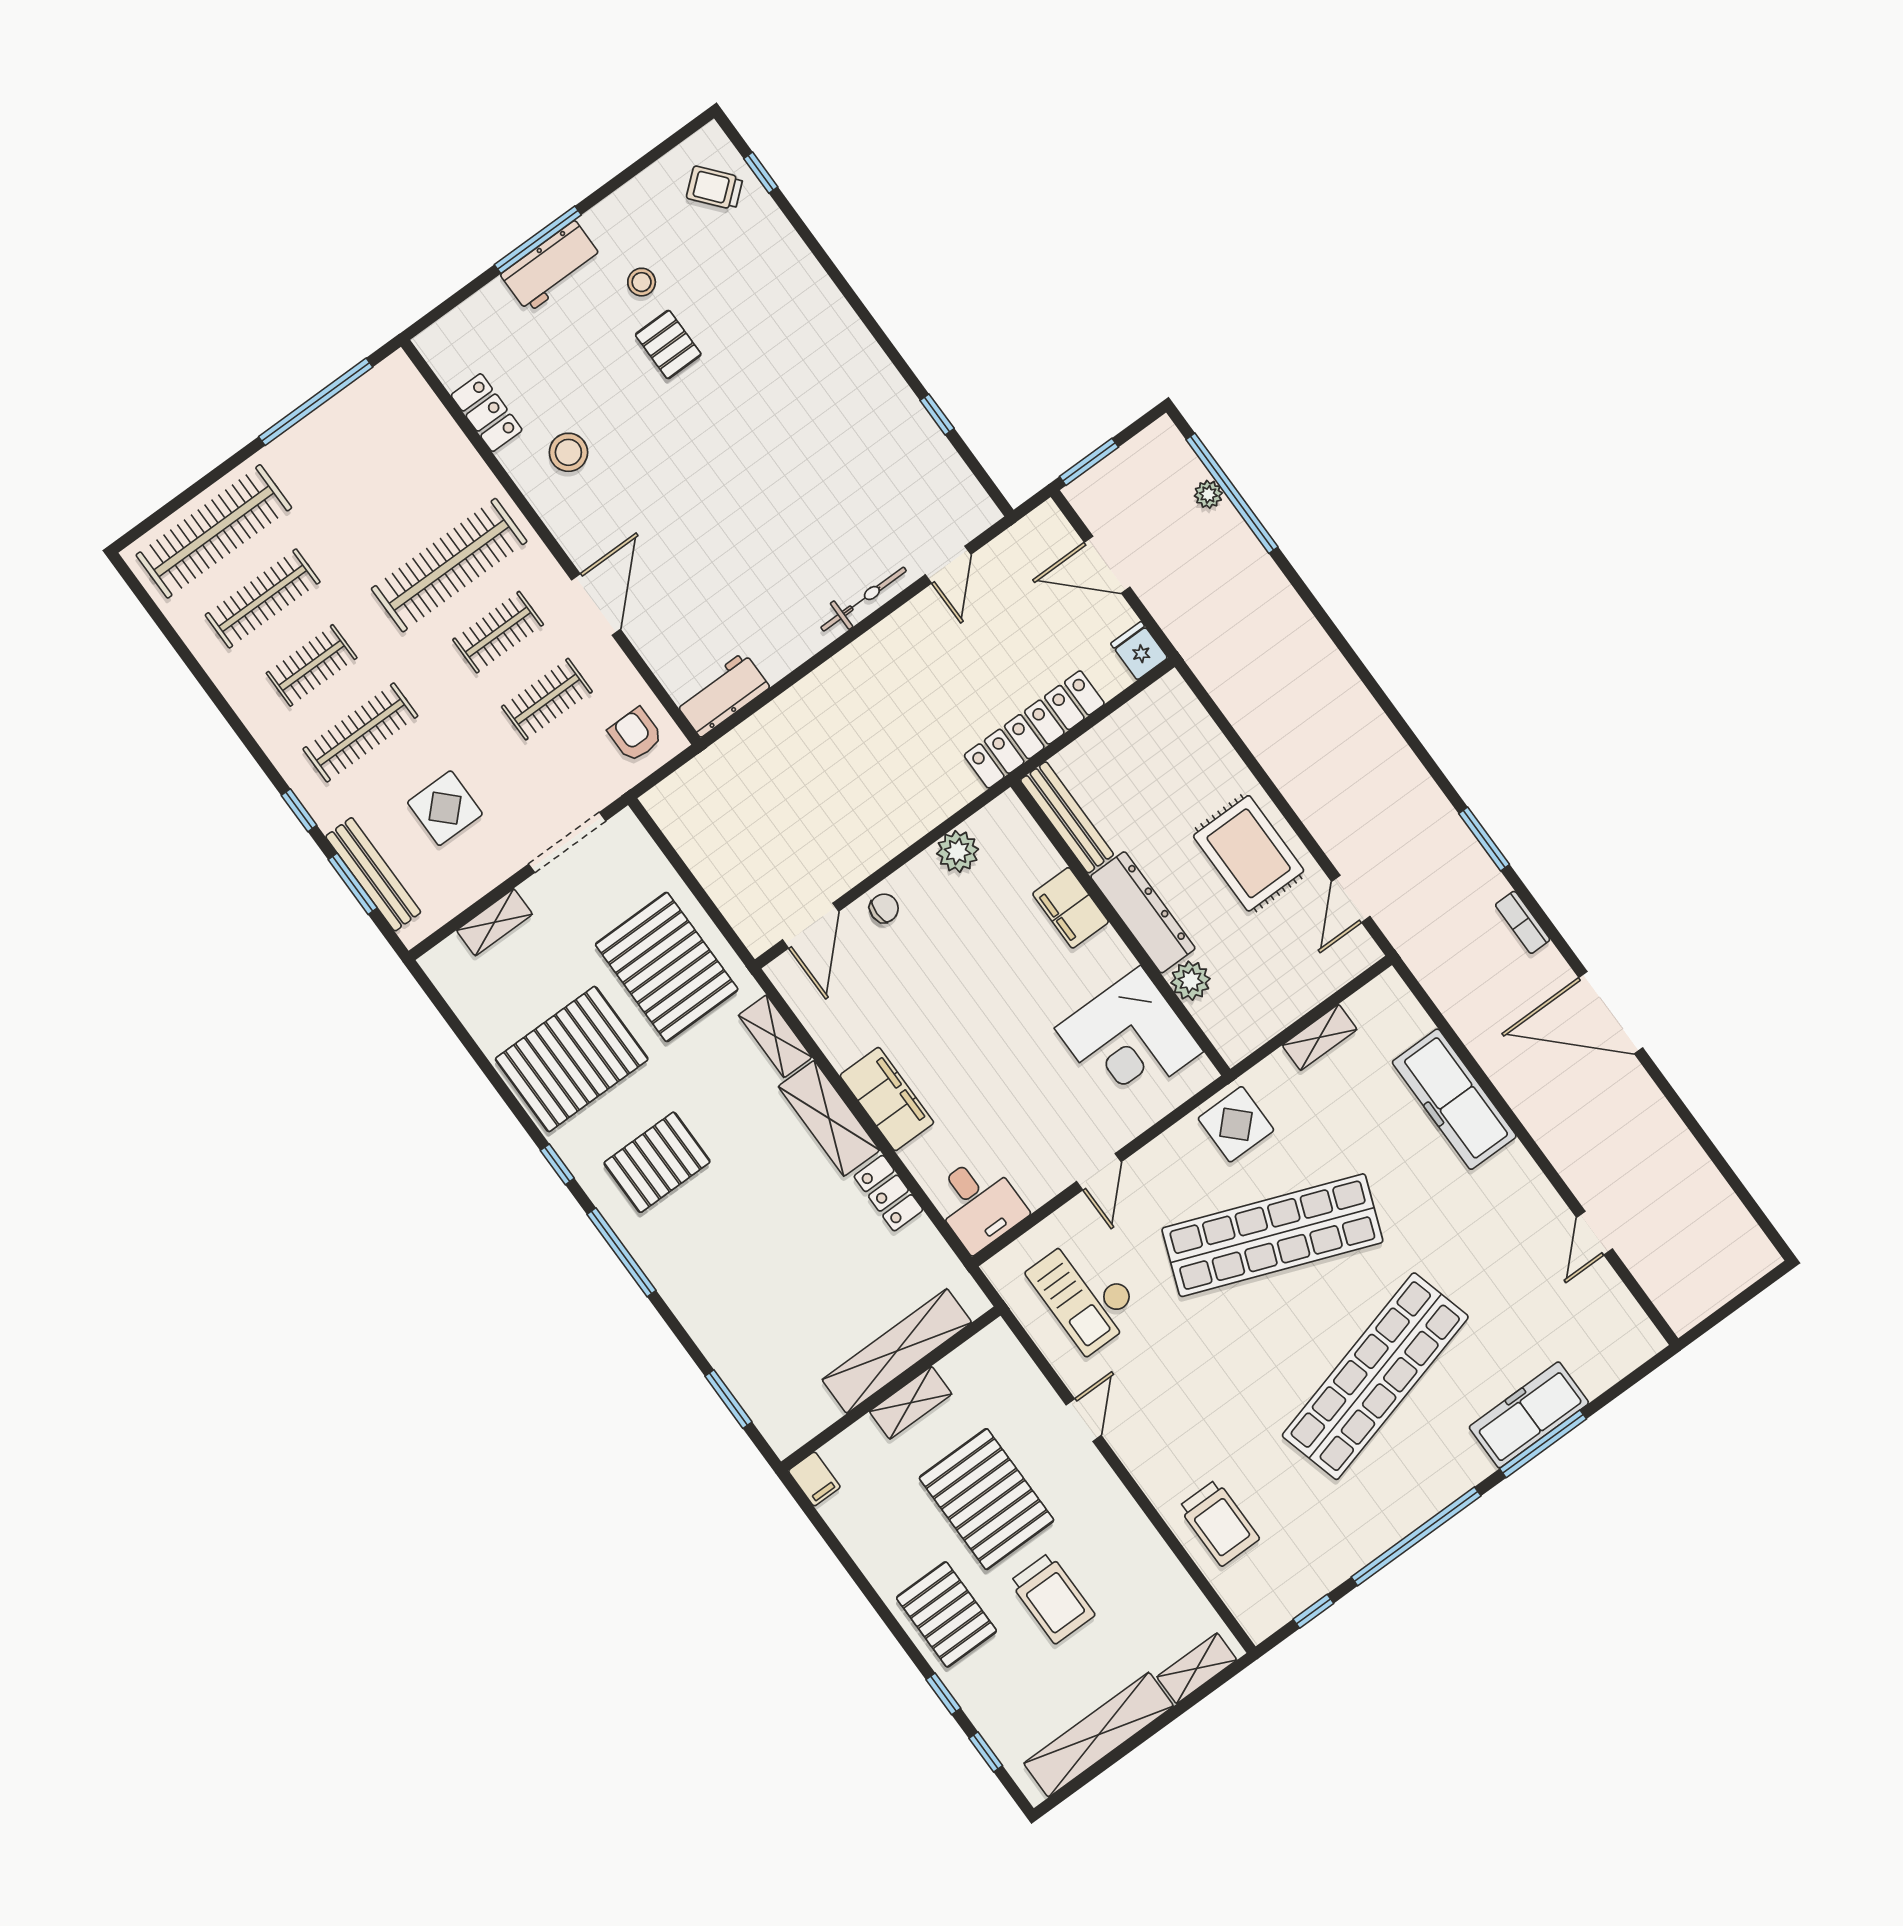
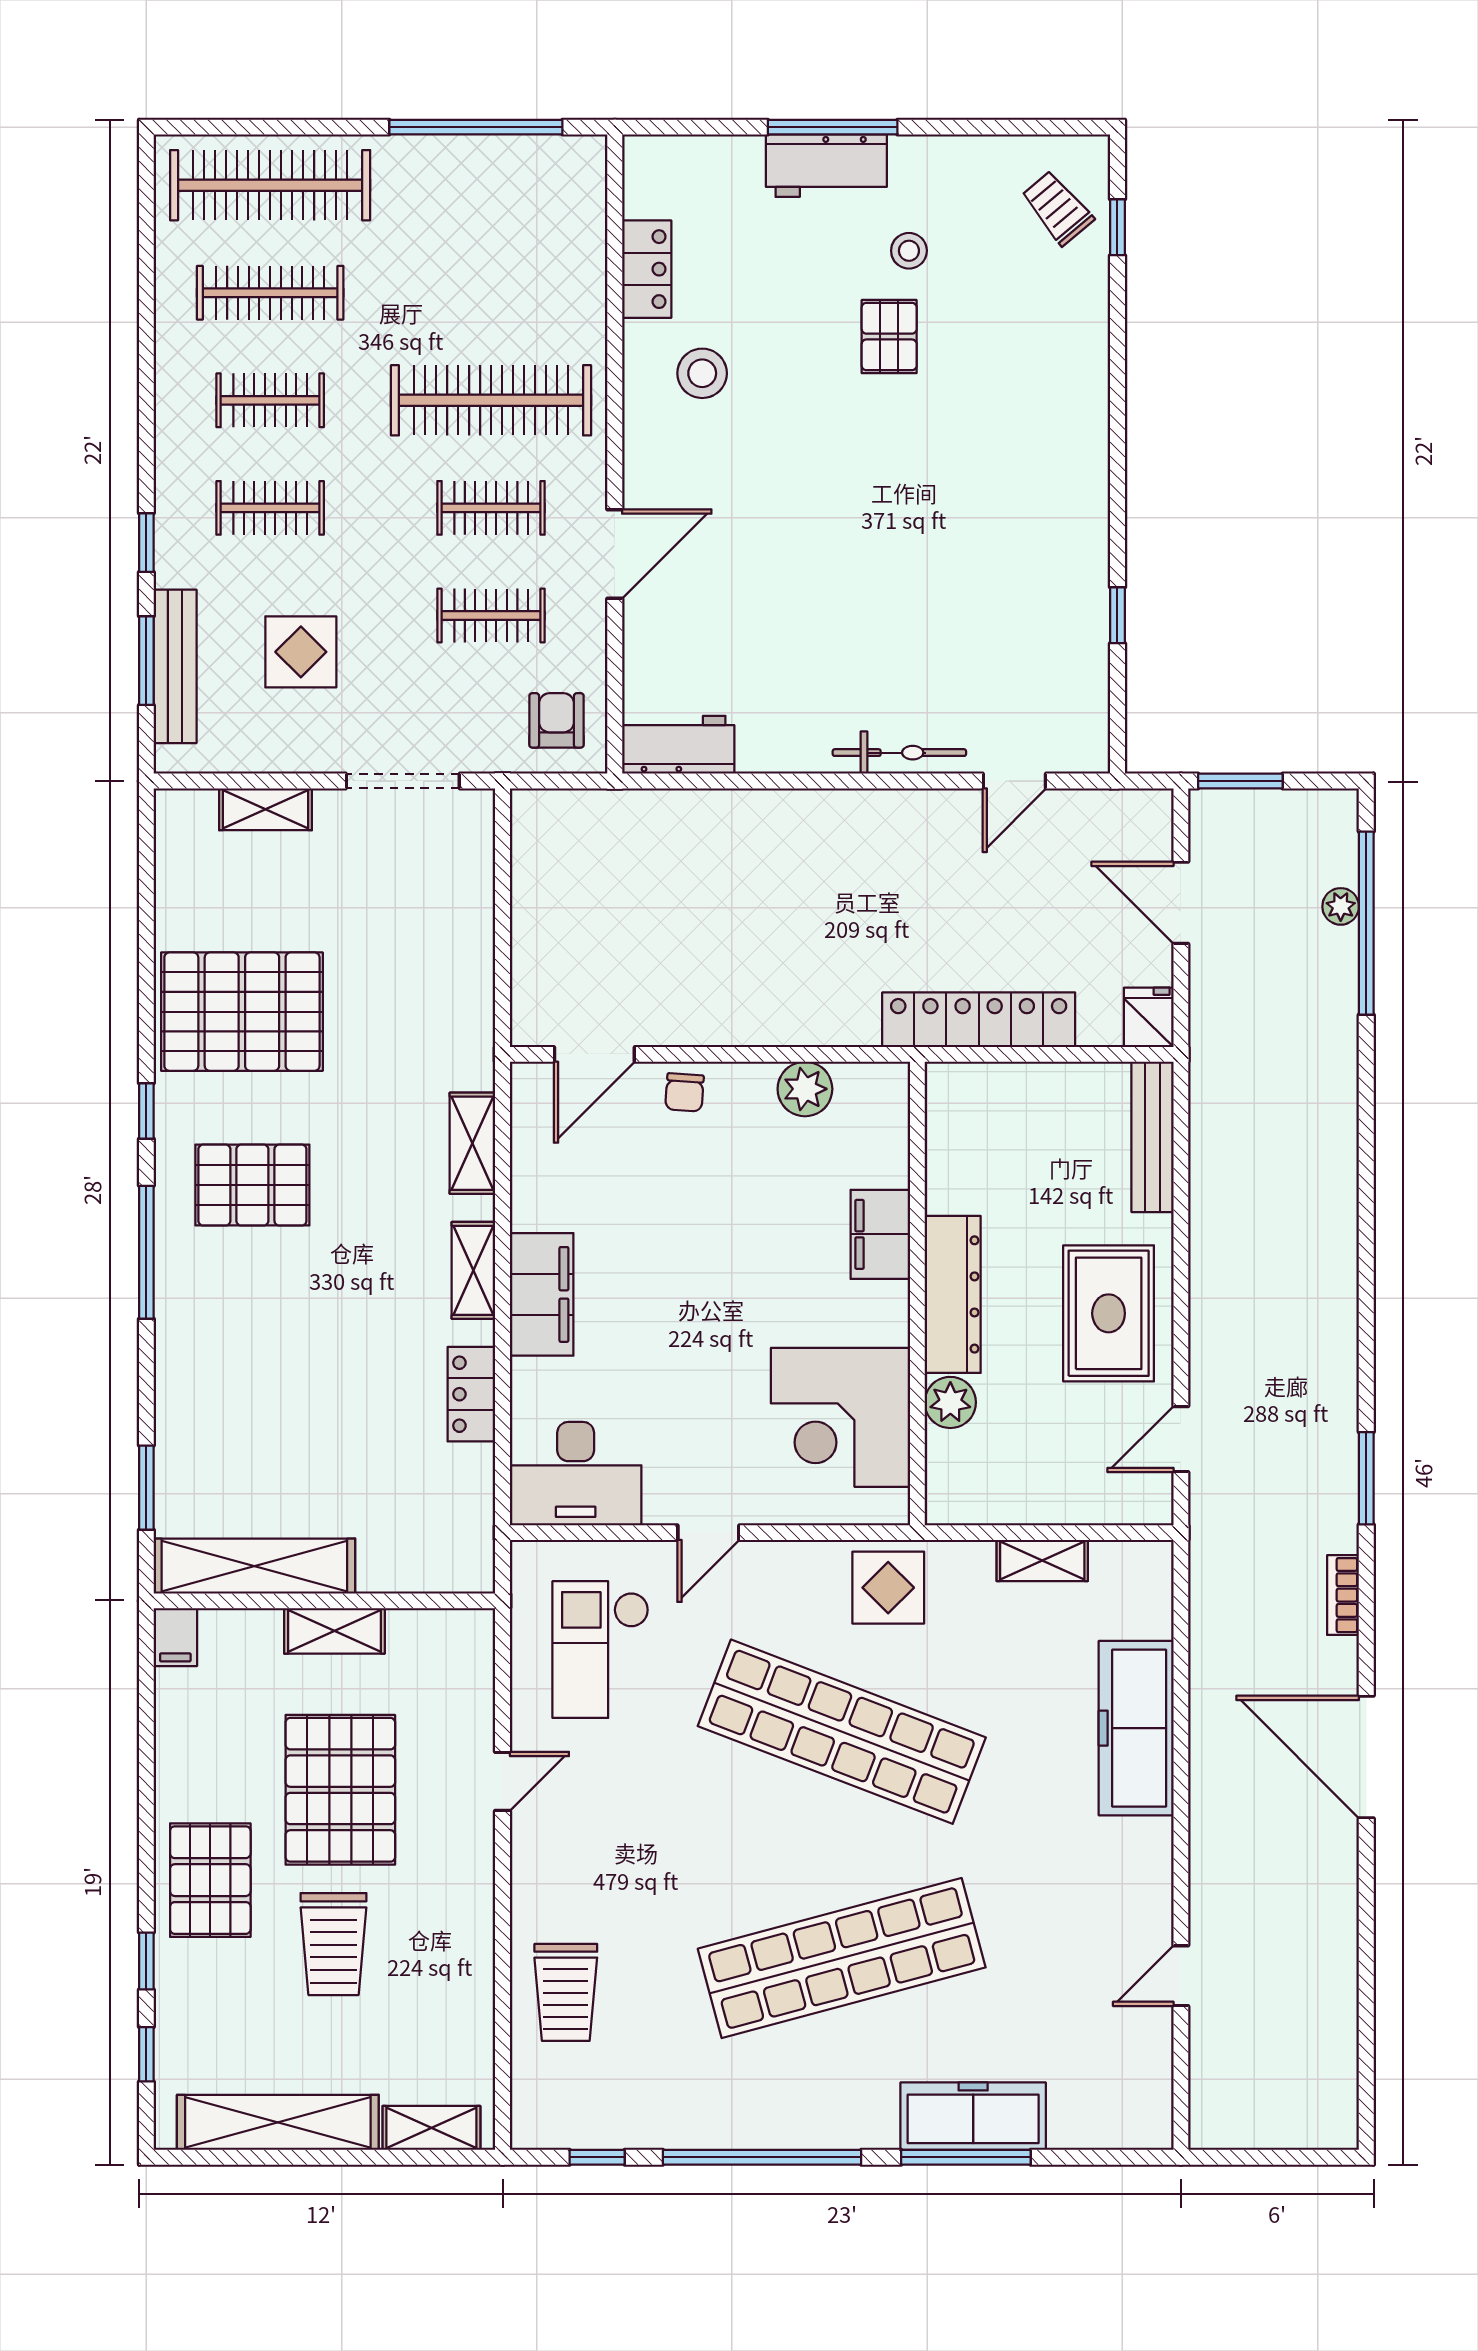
clothes rail: (360, 732) -> (270, 508), width x0.73
bench: (1067, 817) -> (1152, 1137), moved
chair: (884, 908) -> (685, 1092), turned 94
pallet: (667, 967) -> (412, 988), removed
shelving: (829, 1118) -> (473, 1270), width x0.67, depth x0.75
desk: (978, 1203) -> (576, 1474), width x1.37
shelving: (897, 1351) -> (254, 1566), moved

